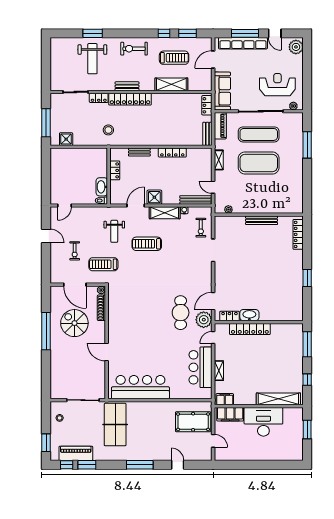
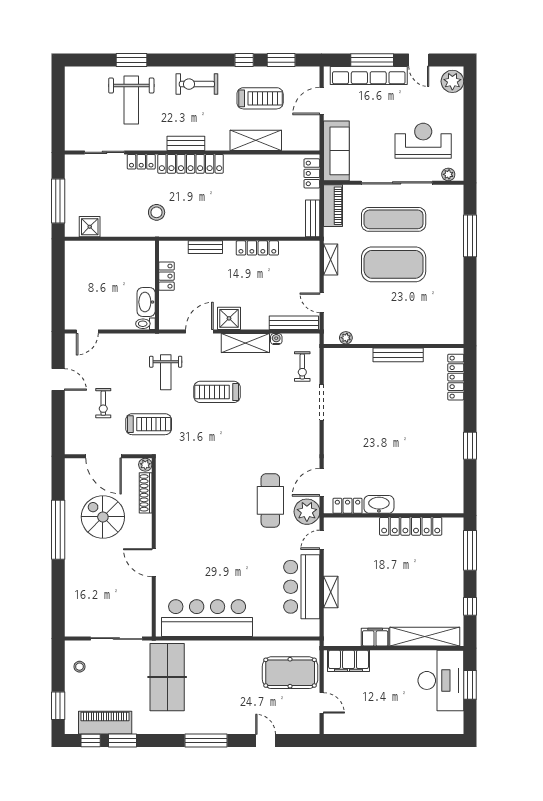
treadmill: (103, 264) -> (149, 424), turned 180
locker: (250, 329) -> (411, 526), moved
filing cabinet: (225, 399) -> (375, 637), moved
desk: (263, 422) -> (441, 680), moved, turned 90

